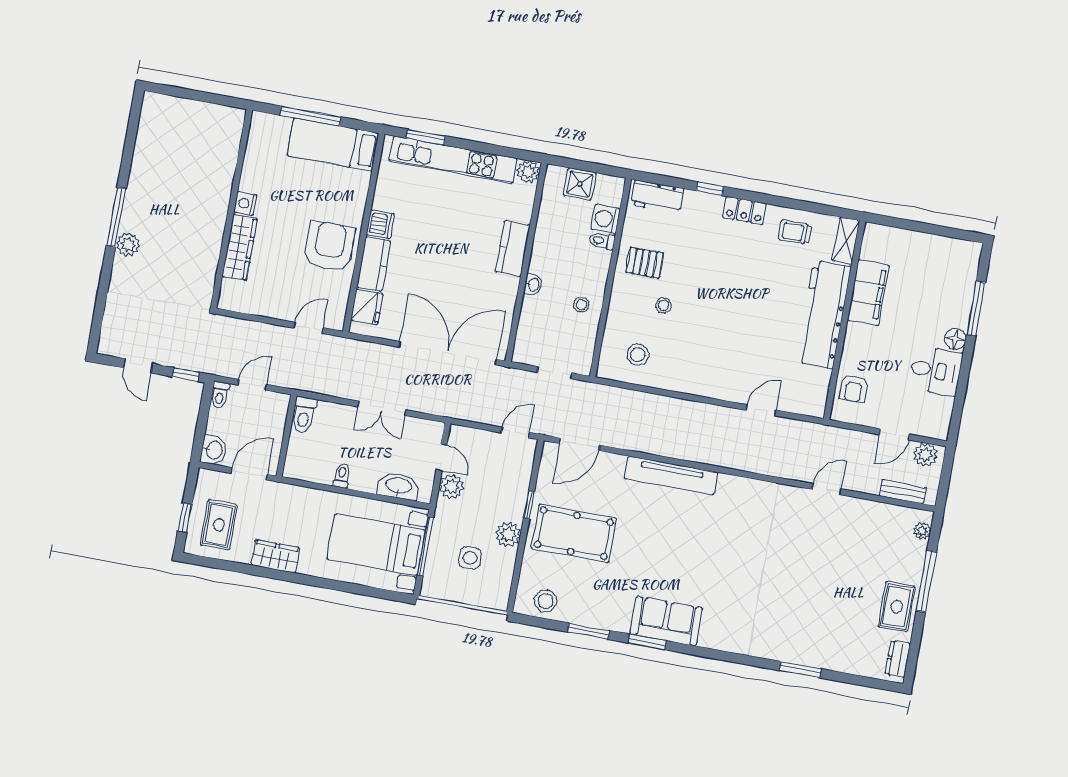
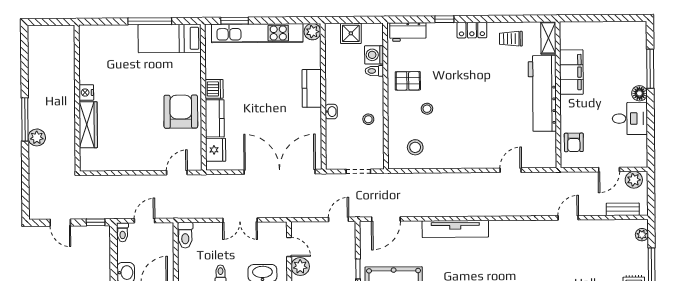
nightstand: (245, 203) -> (86, 93), moved
wall: (232, 209) -> (77, 98), moved
wardrobe: (240, 248) -> (88, 125), moved

